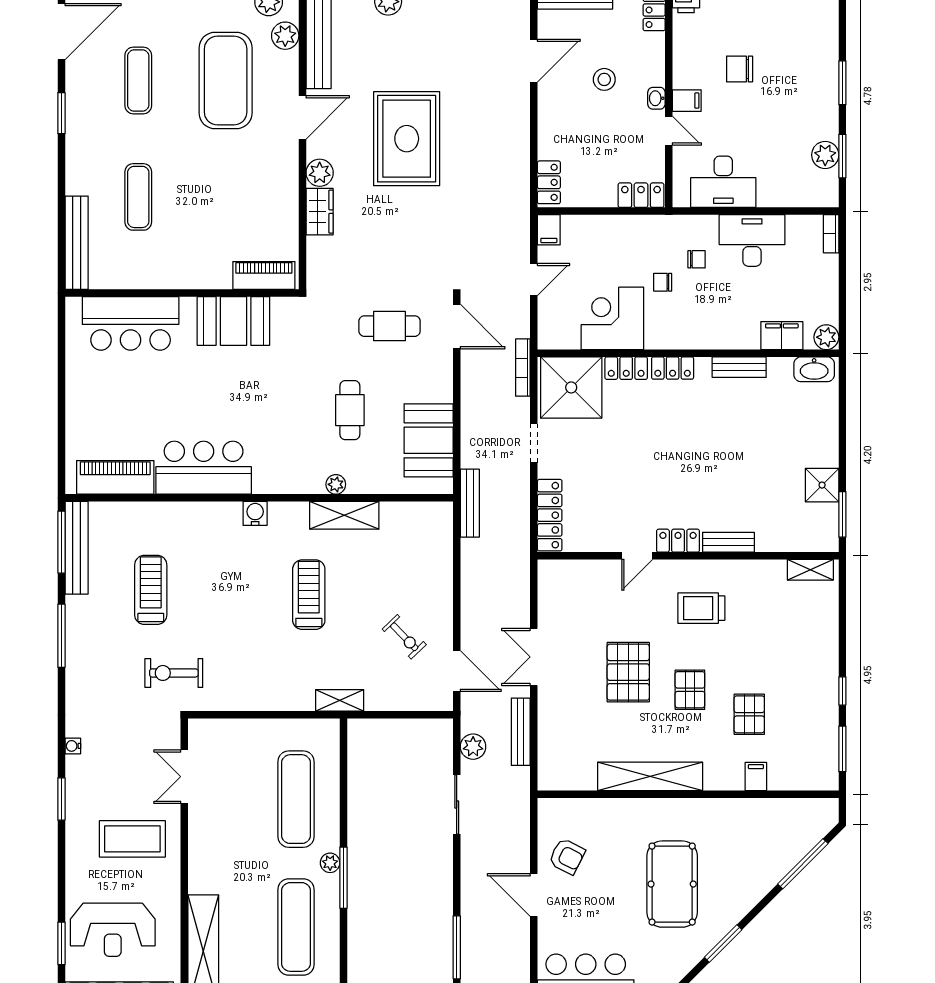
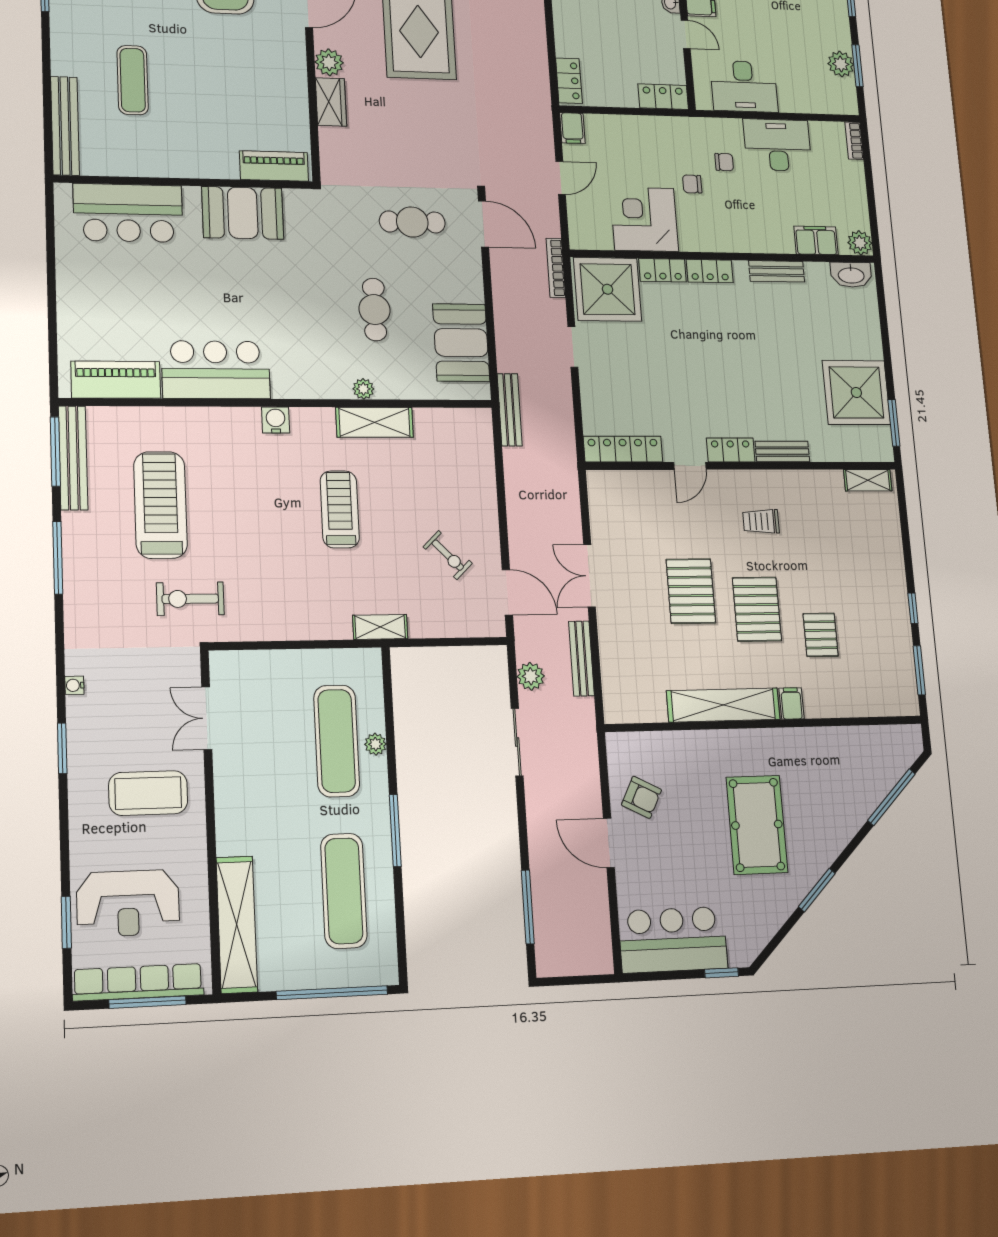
shower: (822, 485) -> (856, 392), width x1.86, depth x1.86
locker: (550, 515) -> (623, 449), moved, turned -90
treadmill: (151, 590) -> (160, 505), width x1.37, depth x1.38
trolley: (701, 608) -> (761, 521), width x0.73, depth x0.72
pallet: (690, 690) -> (757, 609), width x1.50, depth x1.42
filing cabinet: (756, 777) -> (792, 703), moved
plant: (330, 863) -> (375, 744), moved

